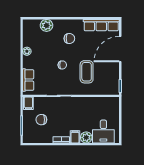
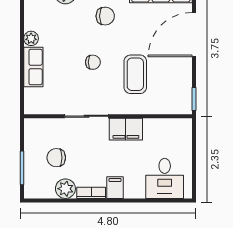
row of seats: (28, 80) -> (33, 67), moved
filing cabinet: (28, 103) -> (126, 129), moved, width x2.00
plant: (86, 137) -> (65, 189), moved

